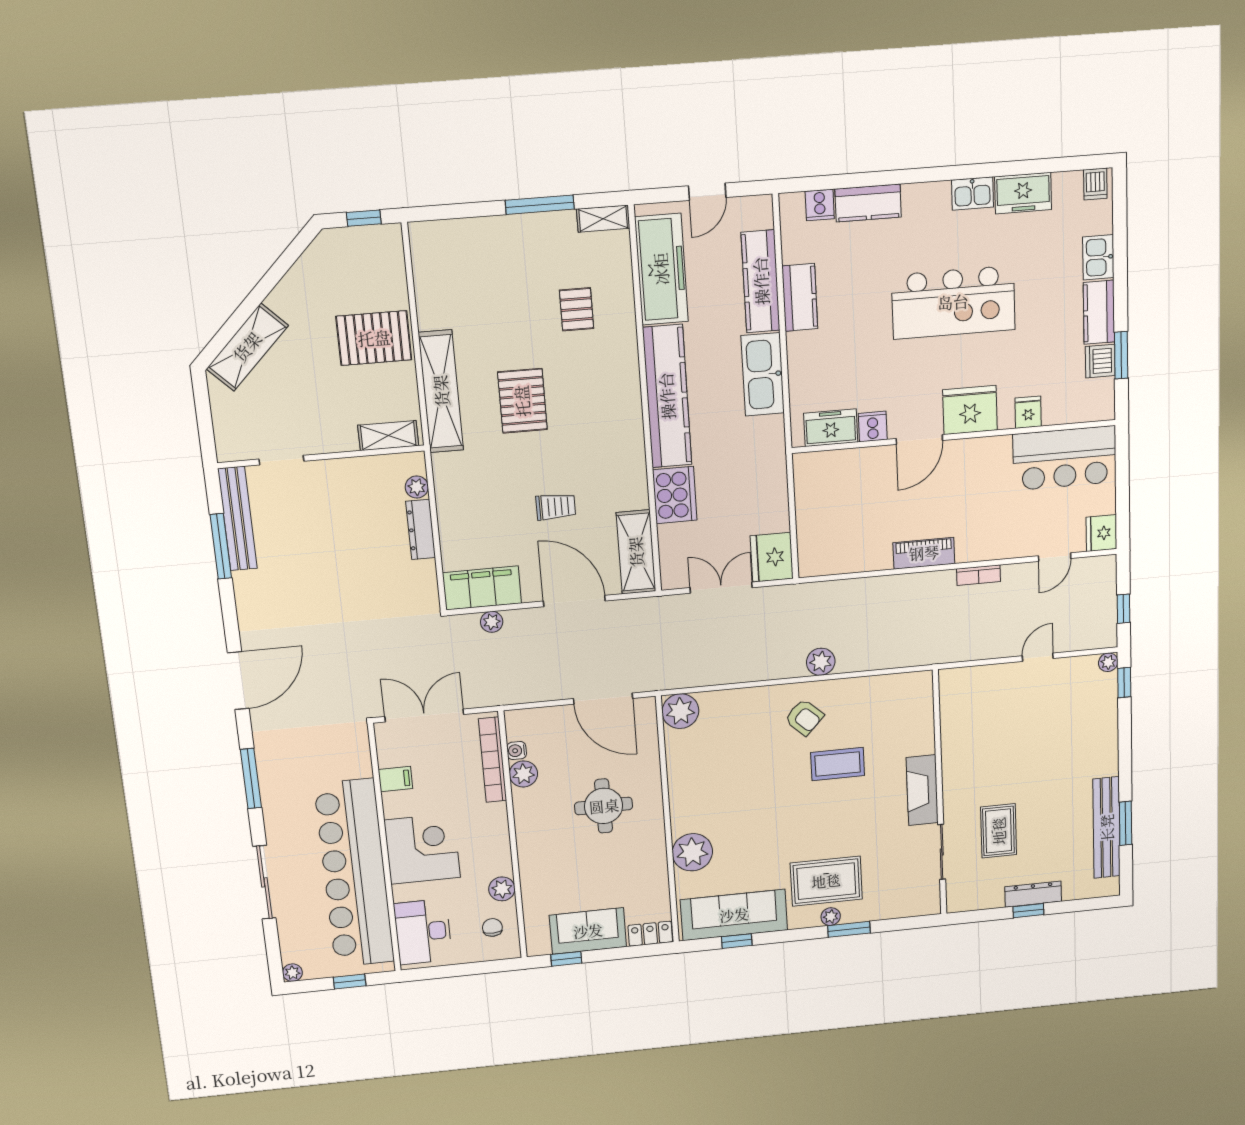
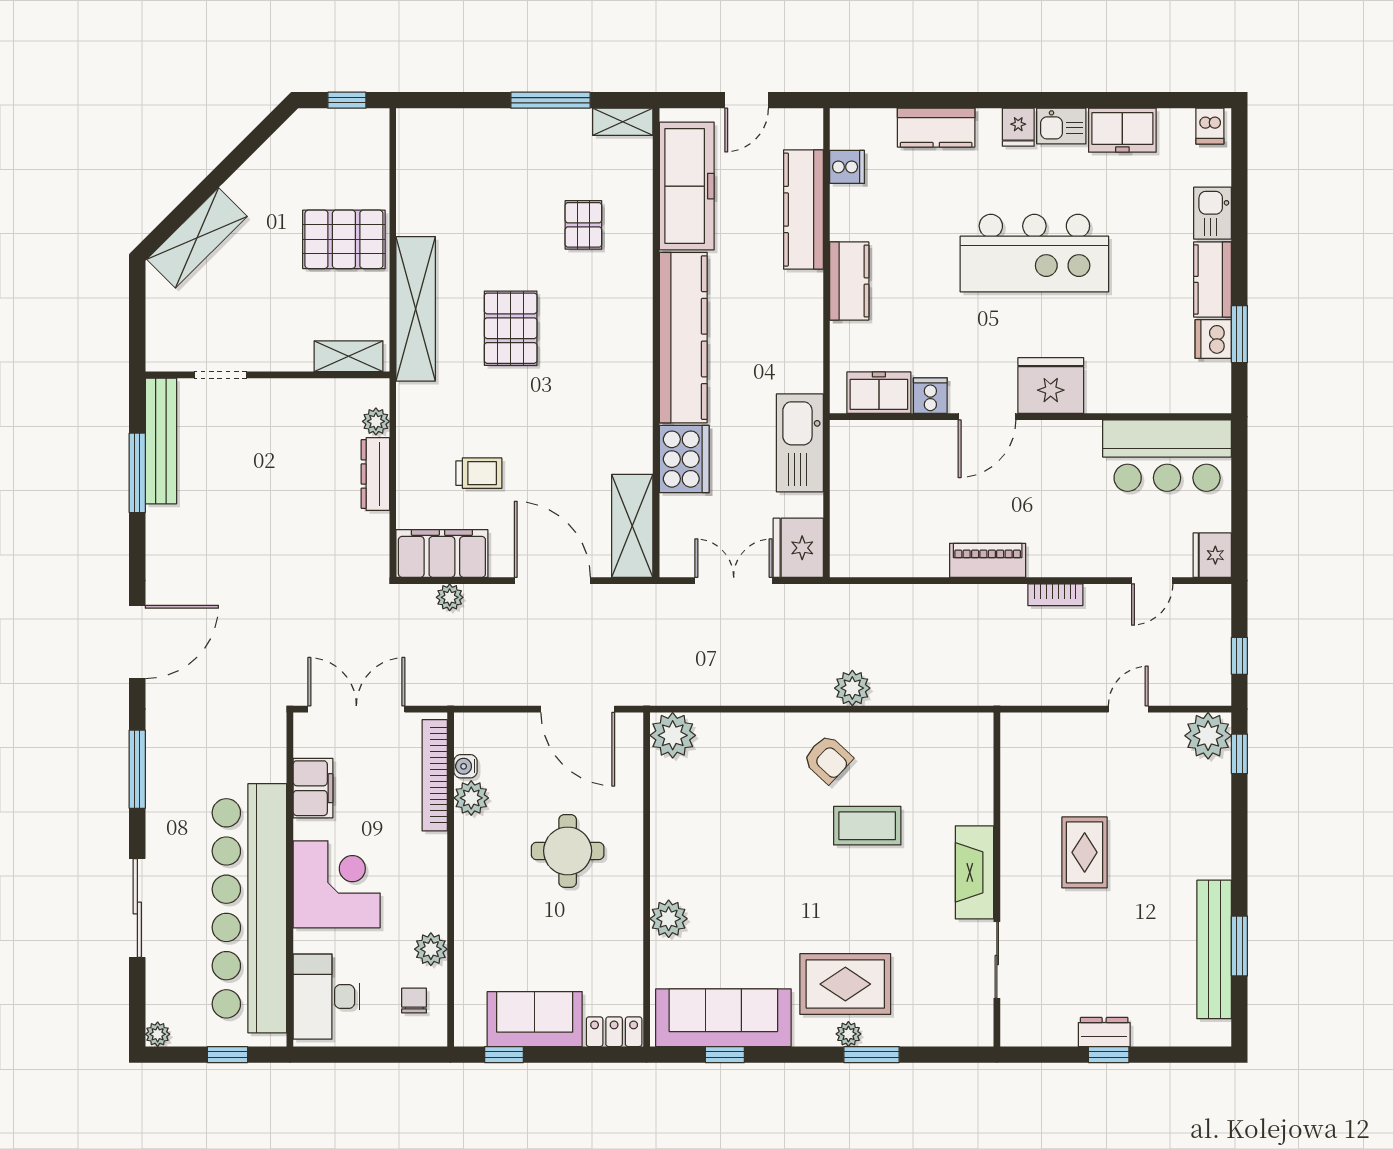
cooker: (820, 205) -> (847, 167), moved, turned -90
kitchen counter: (800, 297) -> (849, 281), moved
kitchen sink: (763, 374) -> (800, 443), moved
fridge: (1028, 412) -> (1018, 127), moved, turned 180
trolley: (556, 507) -> (479, 473), moved
plant: (1108, 662) -> (1208, 736), width x1.87, depth x1.87
filing cabinet: (395, 779) -> (313, 788), width x2.00
rug: (999, 831) -> (1085, 852), moved
plant: (692, 852) -> (669, 919), width x0.73, depth x0.73
dresser: (1033, 894) -> (1104, 1032), width x0.70

